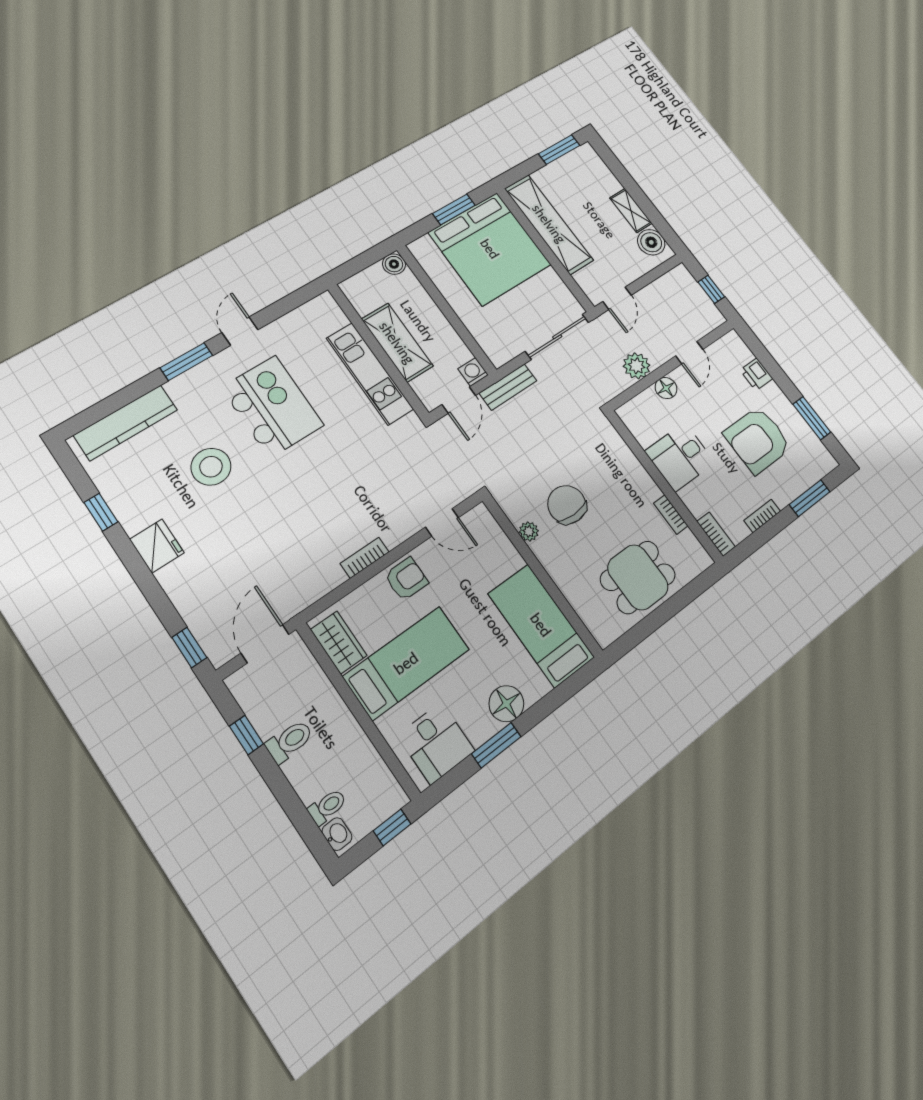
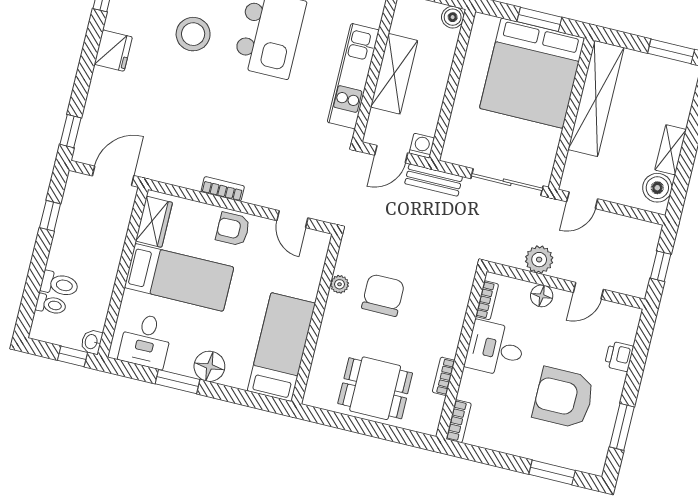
bookcase: (762, 516) -> (487, 300), moved, turned 90
armchair: (406, 579) -> (233, 229), turned 180
toilet: (289, 741) -> (59, 284), moved
washbasin: (337, 834) -> (92, 342), moved, turned 180

